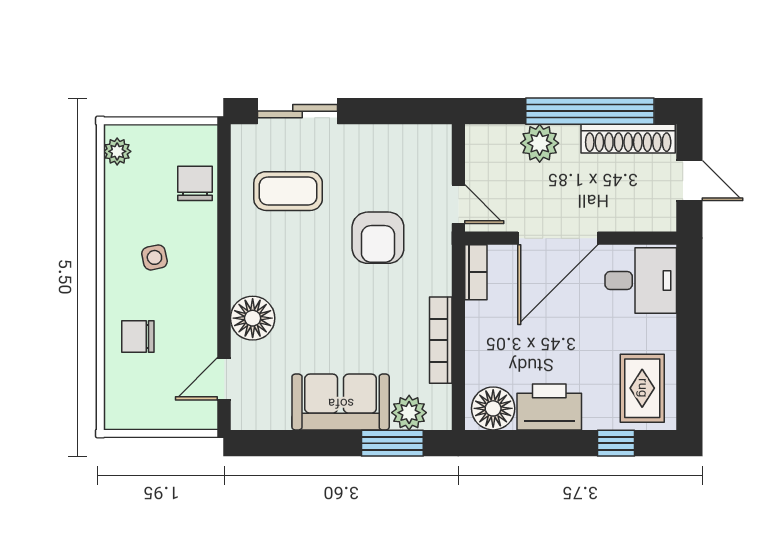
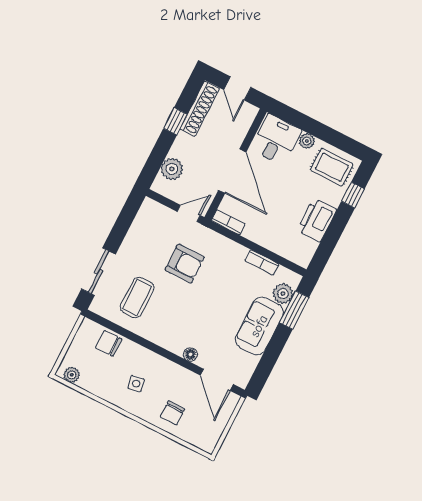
window: (590, 111) -> (175, 121), width x0.32
plant: (540, 143) -> (172, 169), moved
door: (689, 181) -> (237, 88), swing flipped
floor lamp: (253, 318) -> (190, 354), width x0.53, depth x0.53
plant: (663, 329) -> (307, 141), added
bookcase: (441, 340) -> (262, 262), width x0.64
door: (224, 379) -> (217, 380), width x1.38
floor lamp: (493, 408) -> (303, 249), removed

